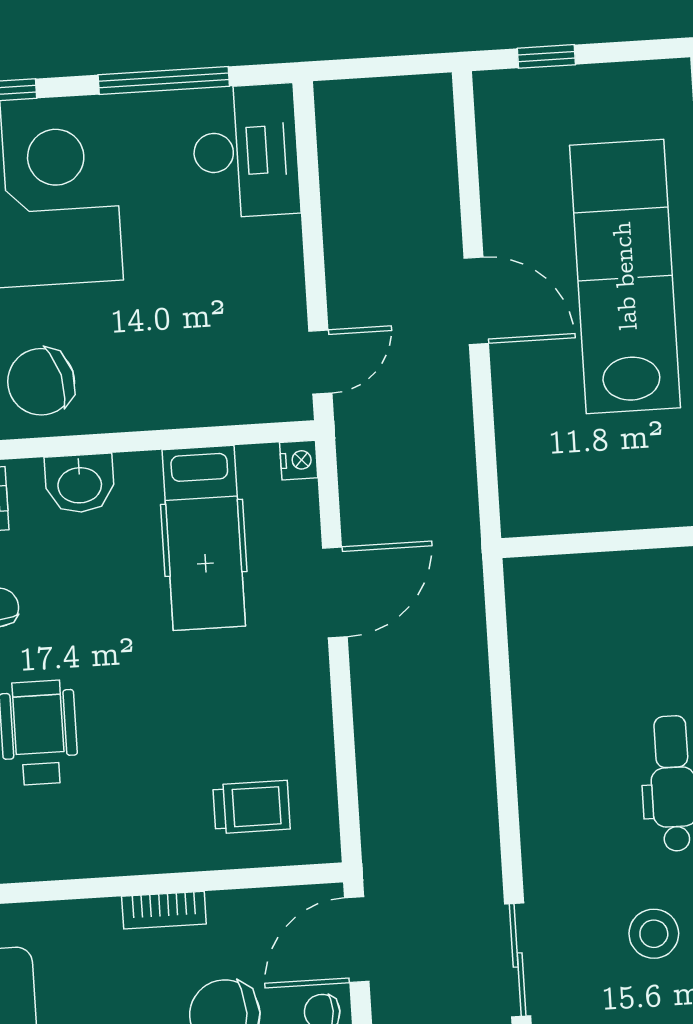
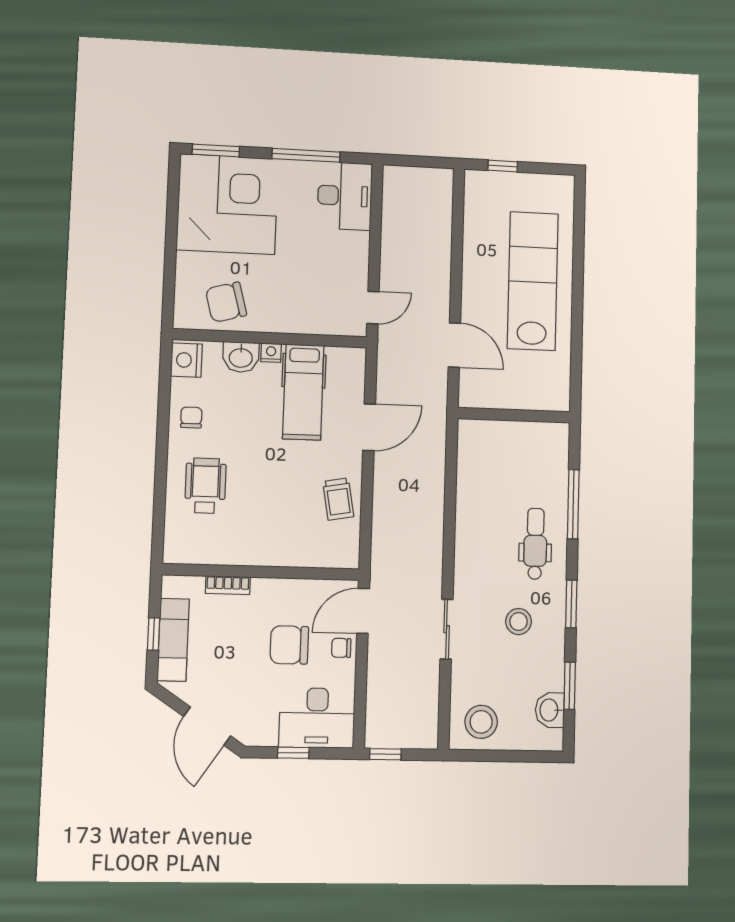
door: (476, 301) -> (454, 345), moved
nightstand: (299, 460) -> (271, 353), moved, turned -90
trolley: (251, 807) -> (338, 499), moved, turned 80
bookcase: (164, 910) -> (228, 585), moved

